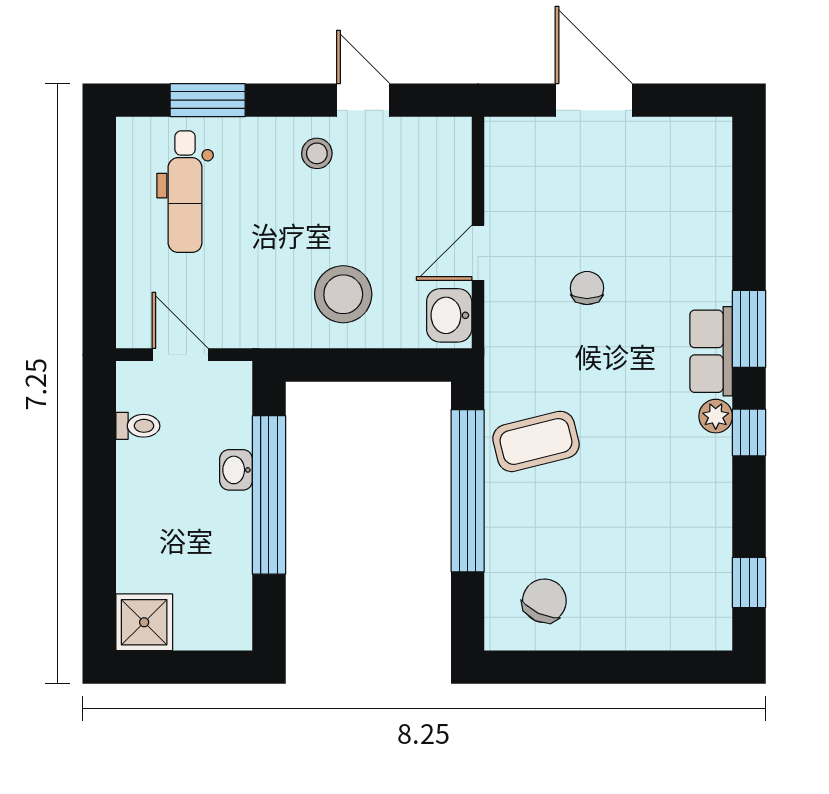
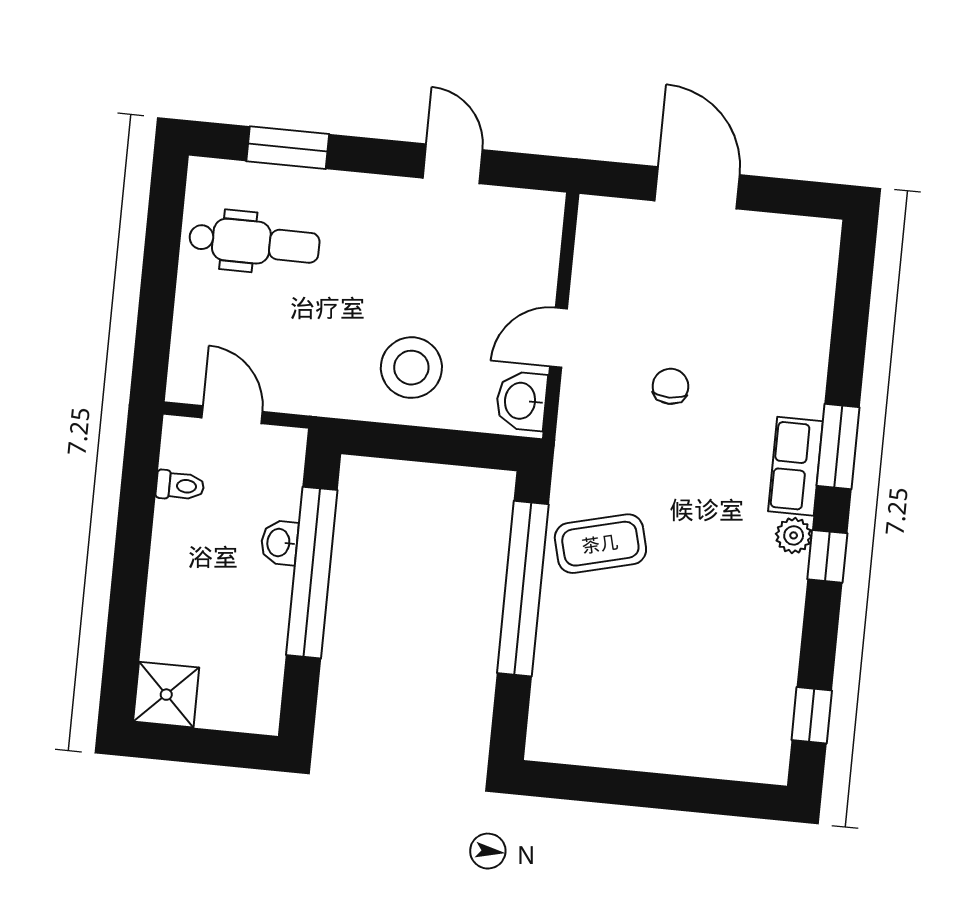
stool: (317, 153) -> (398, 215), removed
dental chair: (185, 192) -> (254, 242), turned -90
chair: (544, 601) -> (593, 713), removed

